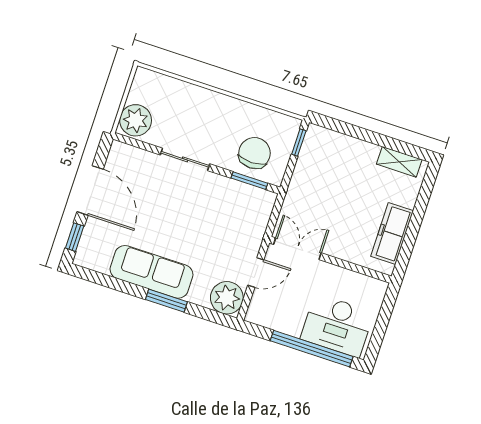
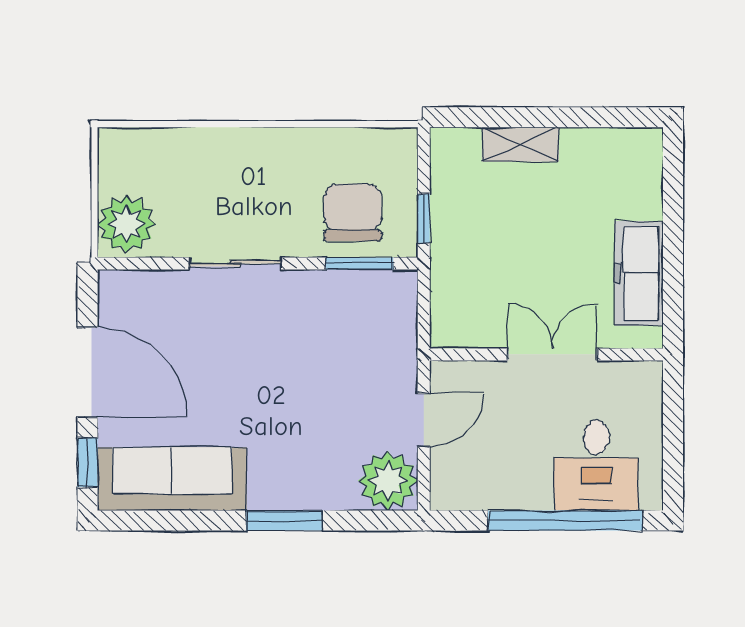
window: (299, 142) -> (424, 218), moved
shelving: (399, 162) -> (520, 144), moved
double door: (297, 249) -> (553, 354), moved
sofa: (152, 272) -> (172, 479), moved
desk: (337, 326) -> (596, 465), width x0.73

